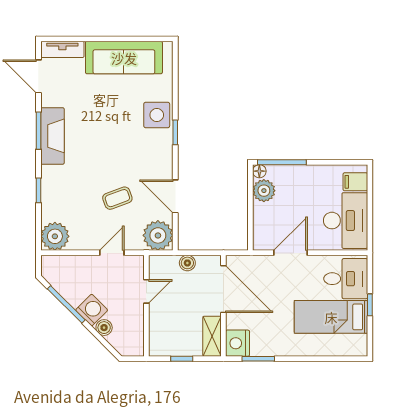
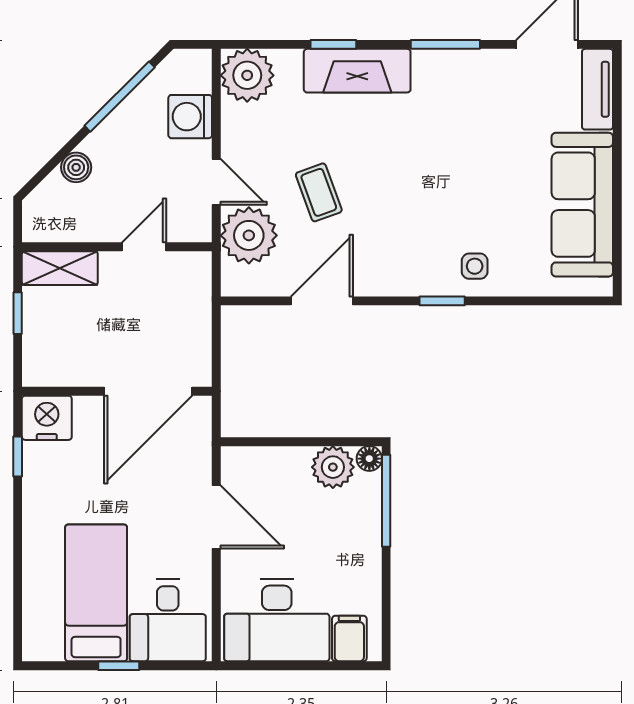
side table: (157, 115) -> (475, 266), width x0.54, depth x0.54
fireplace: (52, 136) -> (357, 71), moved
plant: (158, 235) -> (249, 235), moved
boiler: (187, 263) -> (197, 324), removed
door: (146, 291) -> (144, 247), swing flipped
washing machine: (92, 310) -> (190, 117), moved, turned 135
shelving: (212, 336) -> (60, 268), moved
window: (258, 359) -> (18, 456), width x0.67

